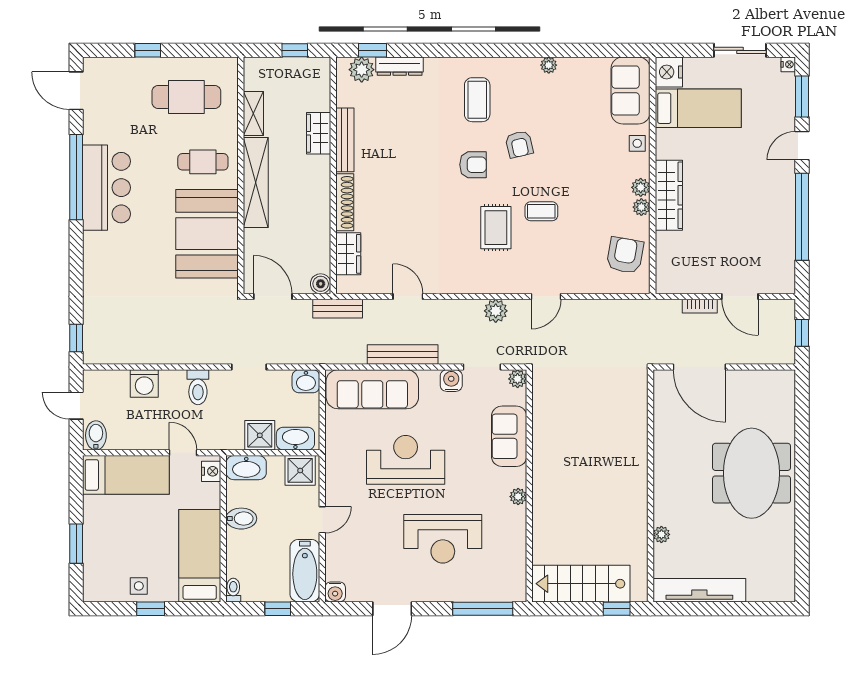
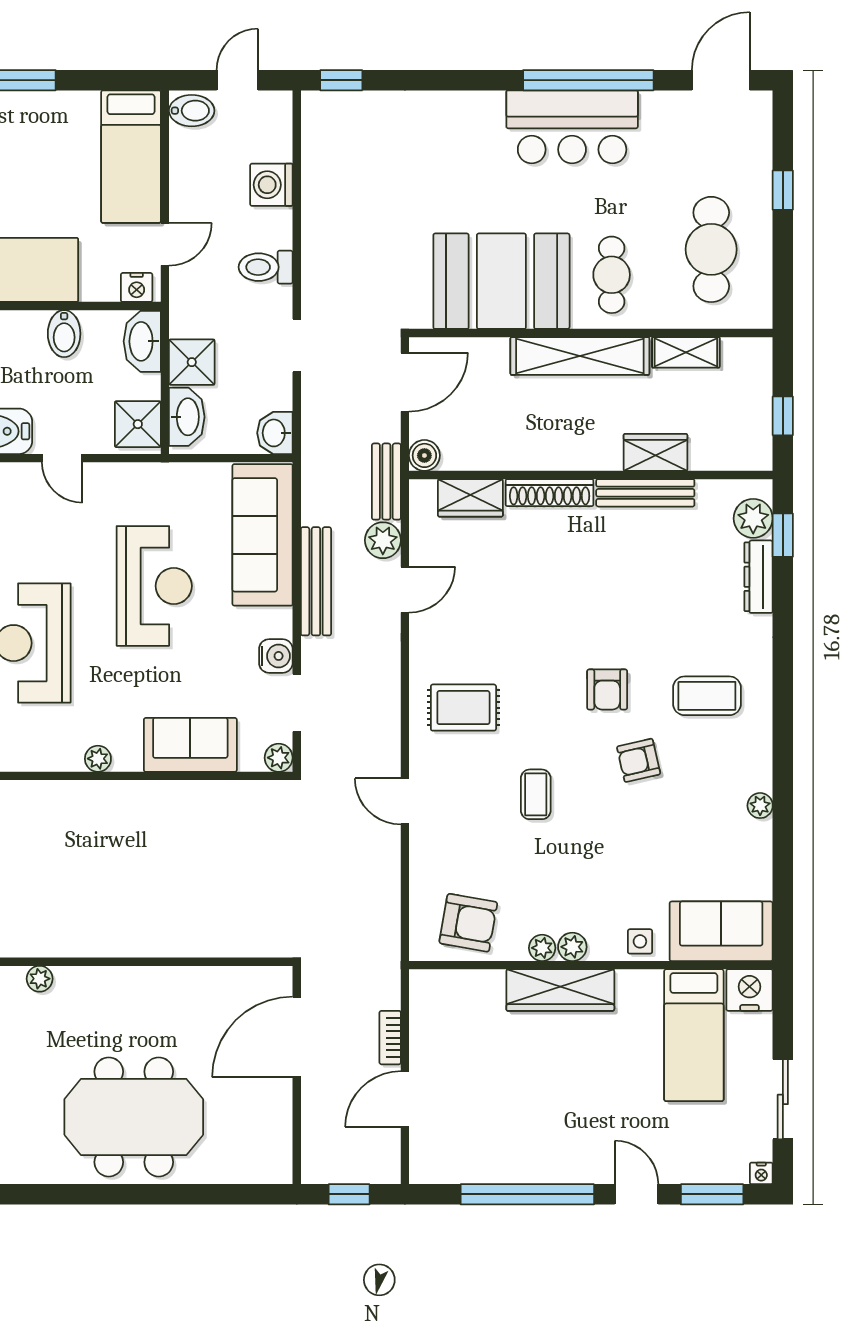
rug: (496, 228) -> (463, 708), moved
plant: (496, 311) -> (383, 540), moved

